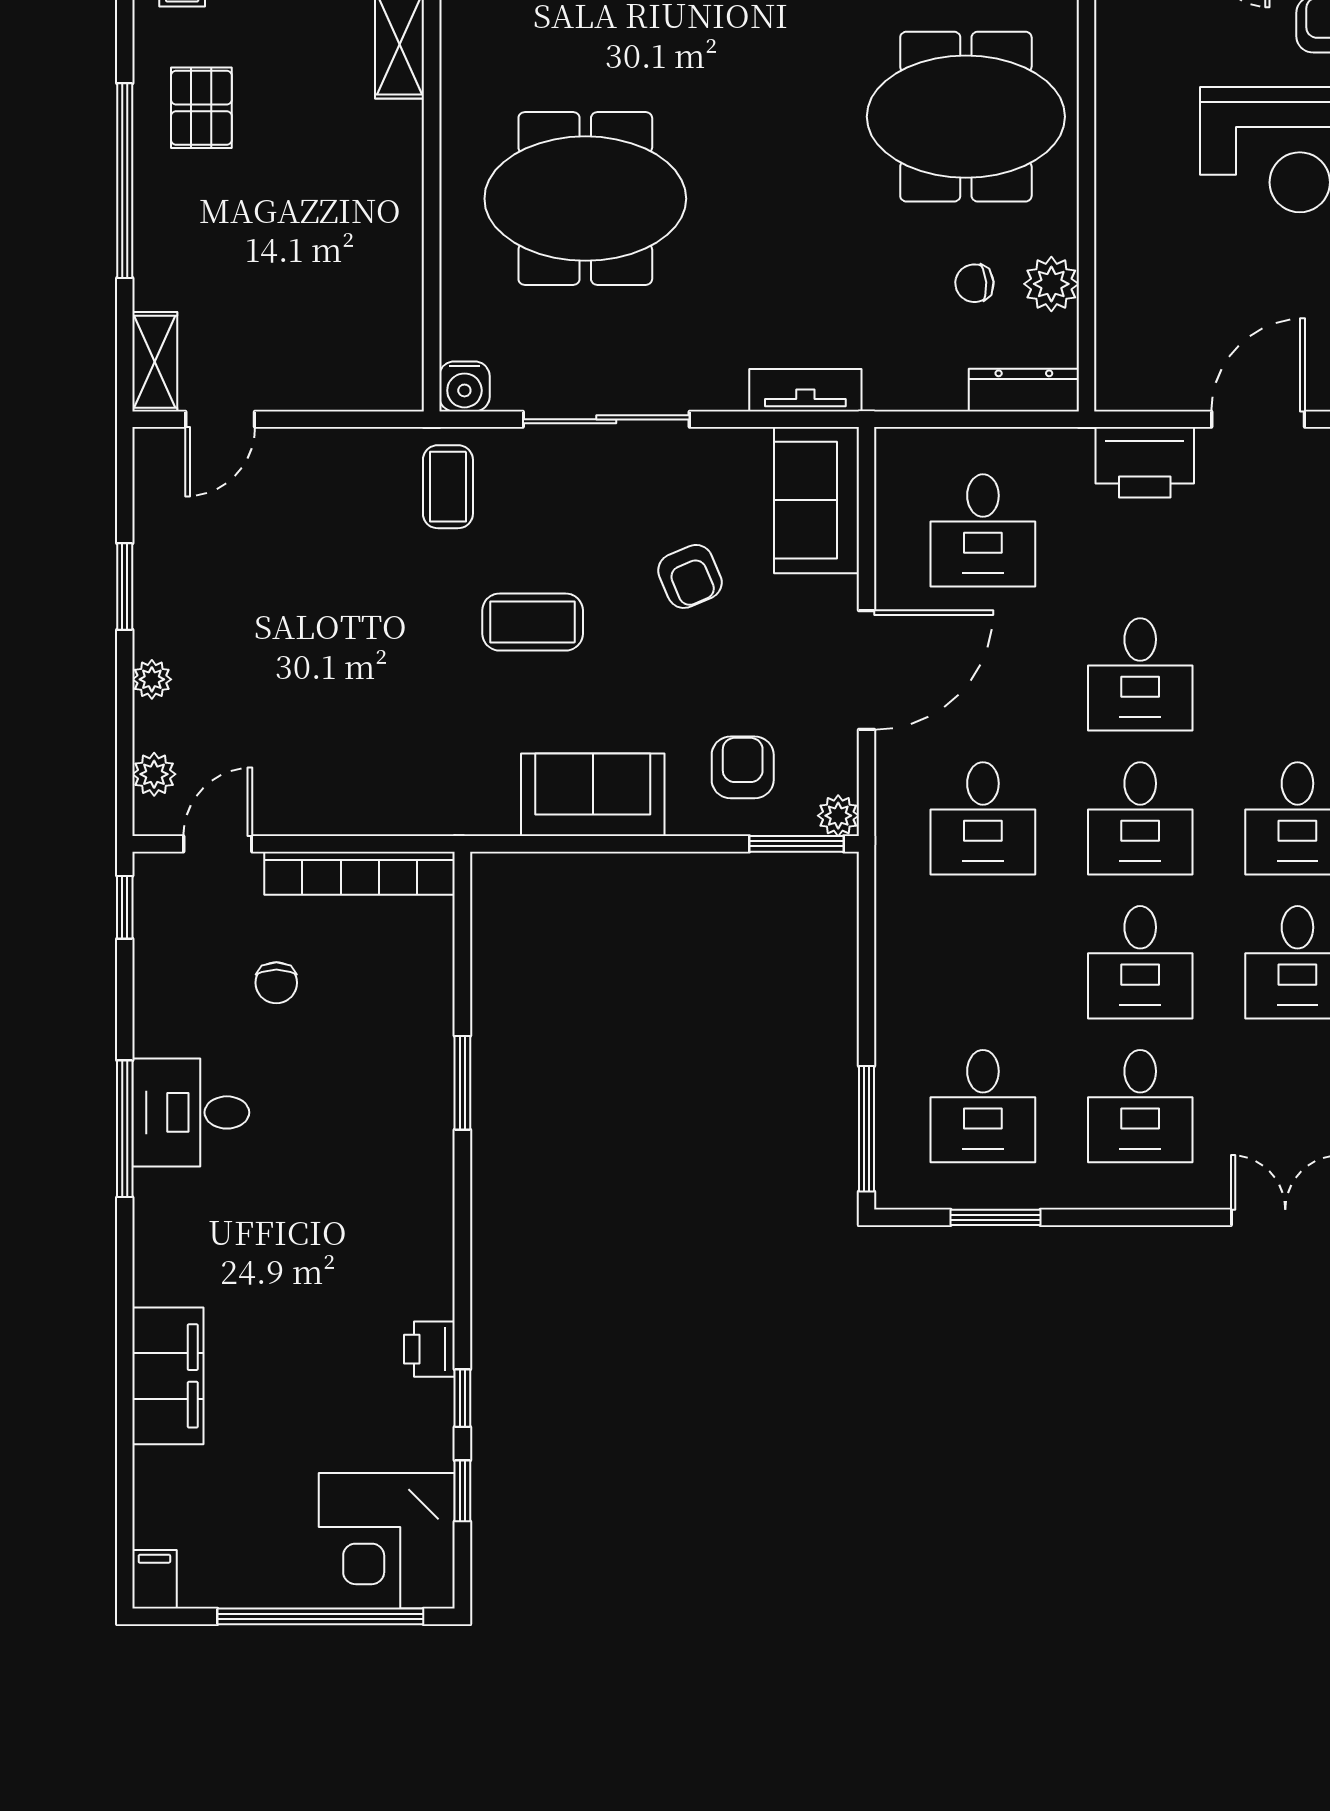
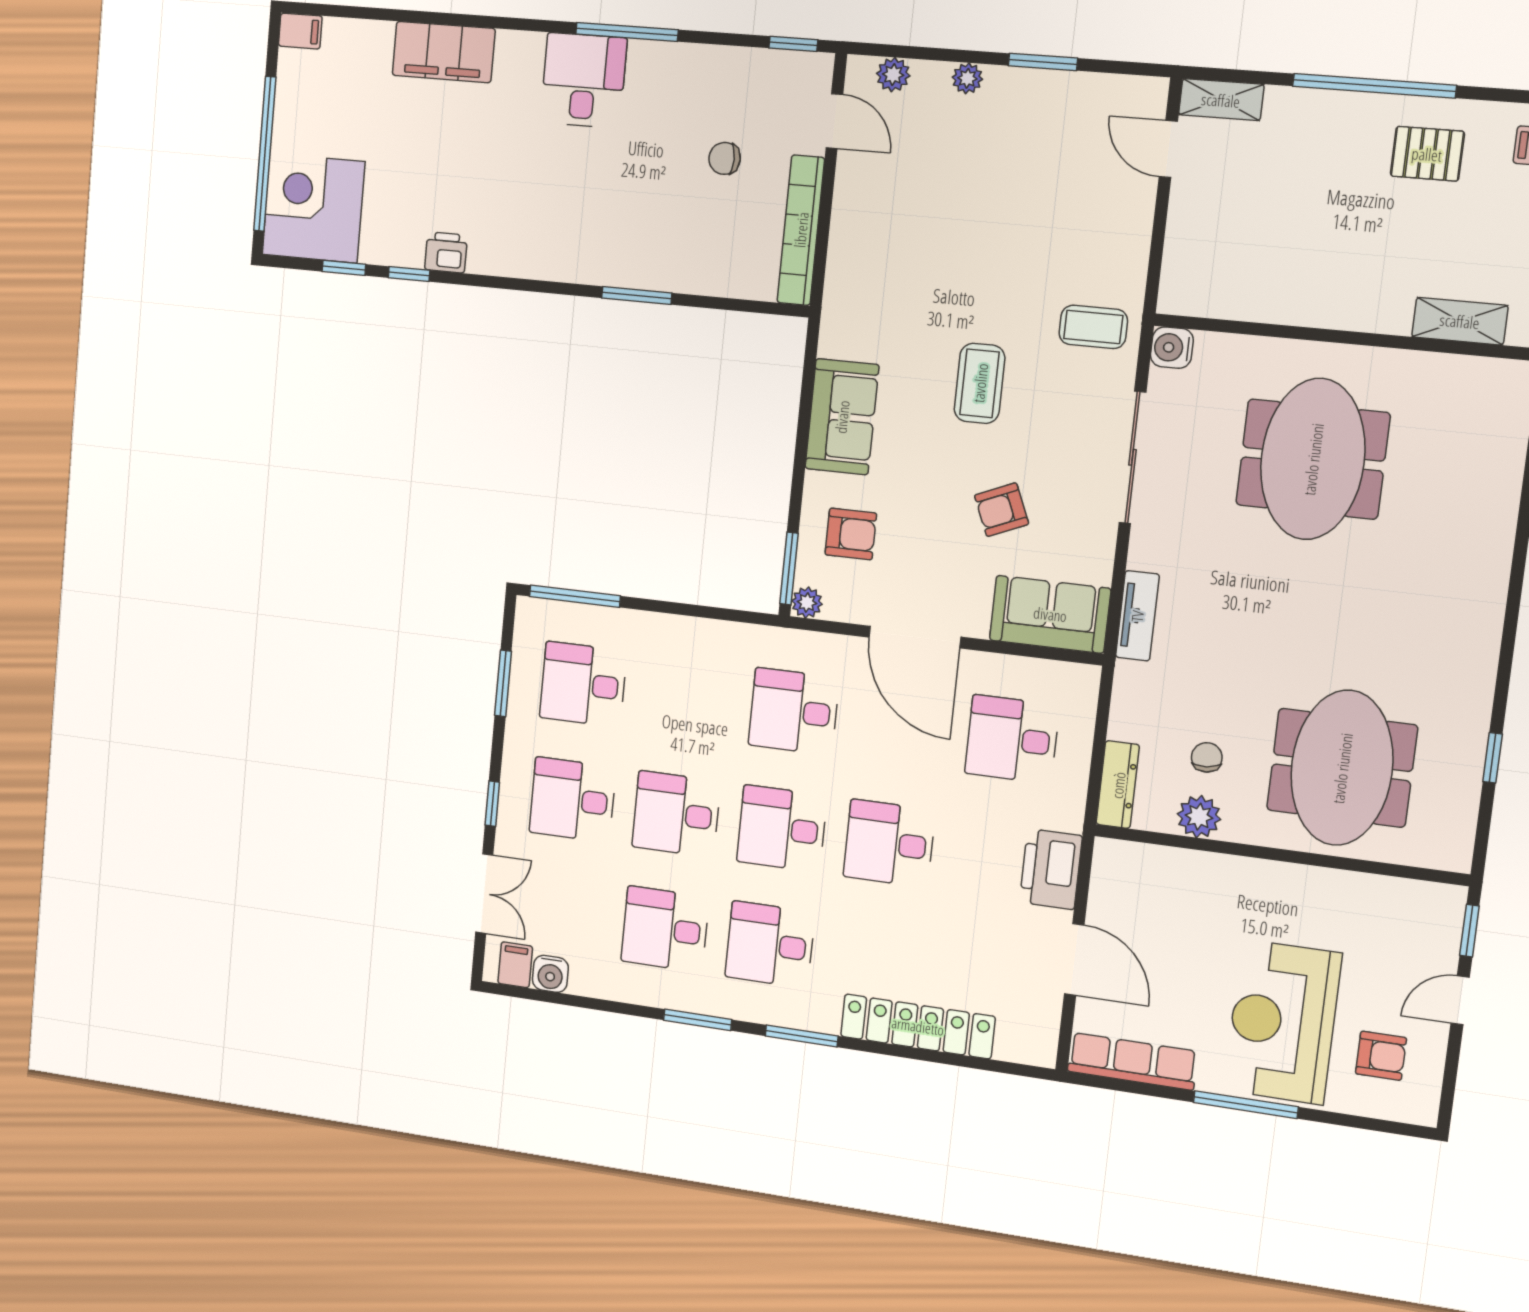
desk: (191, 1112) -> (583, 80), moved
window: (1161, 1217) -> (492, 804), added

